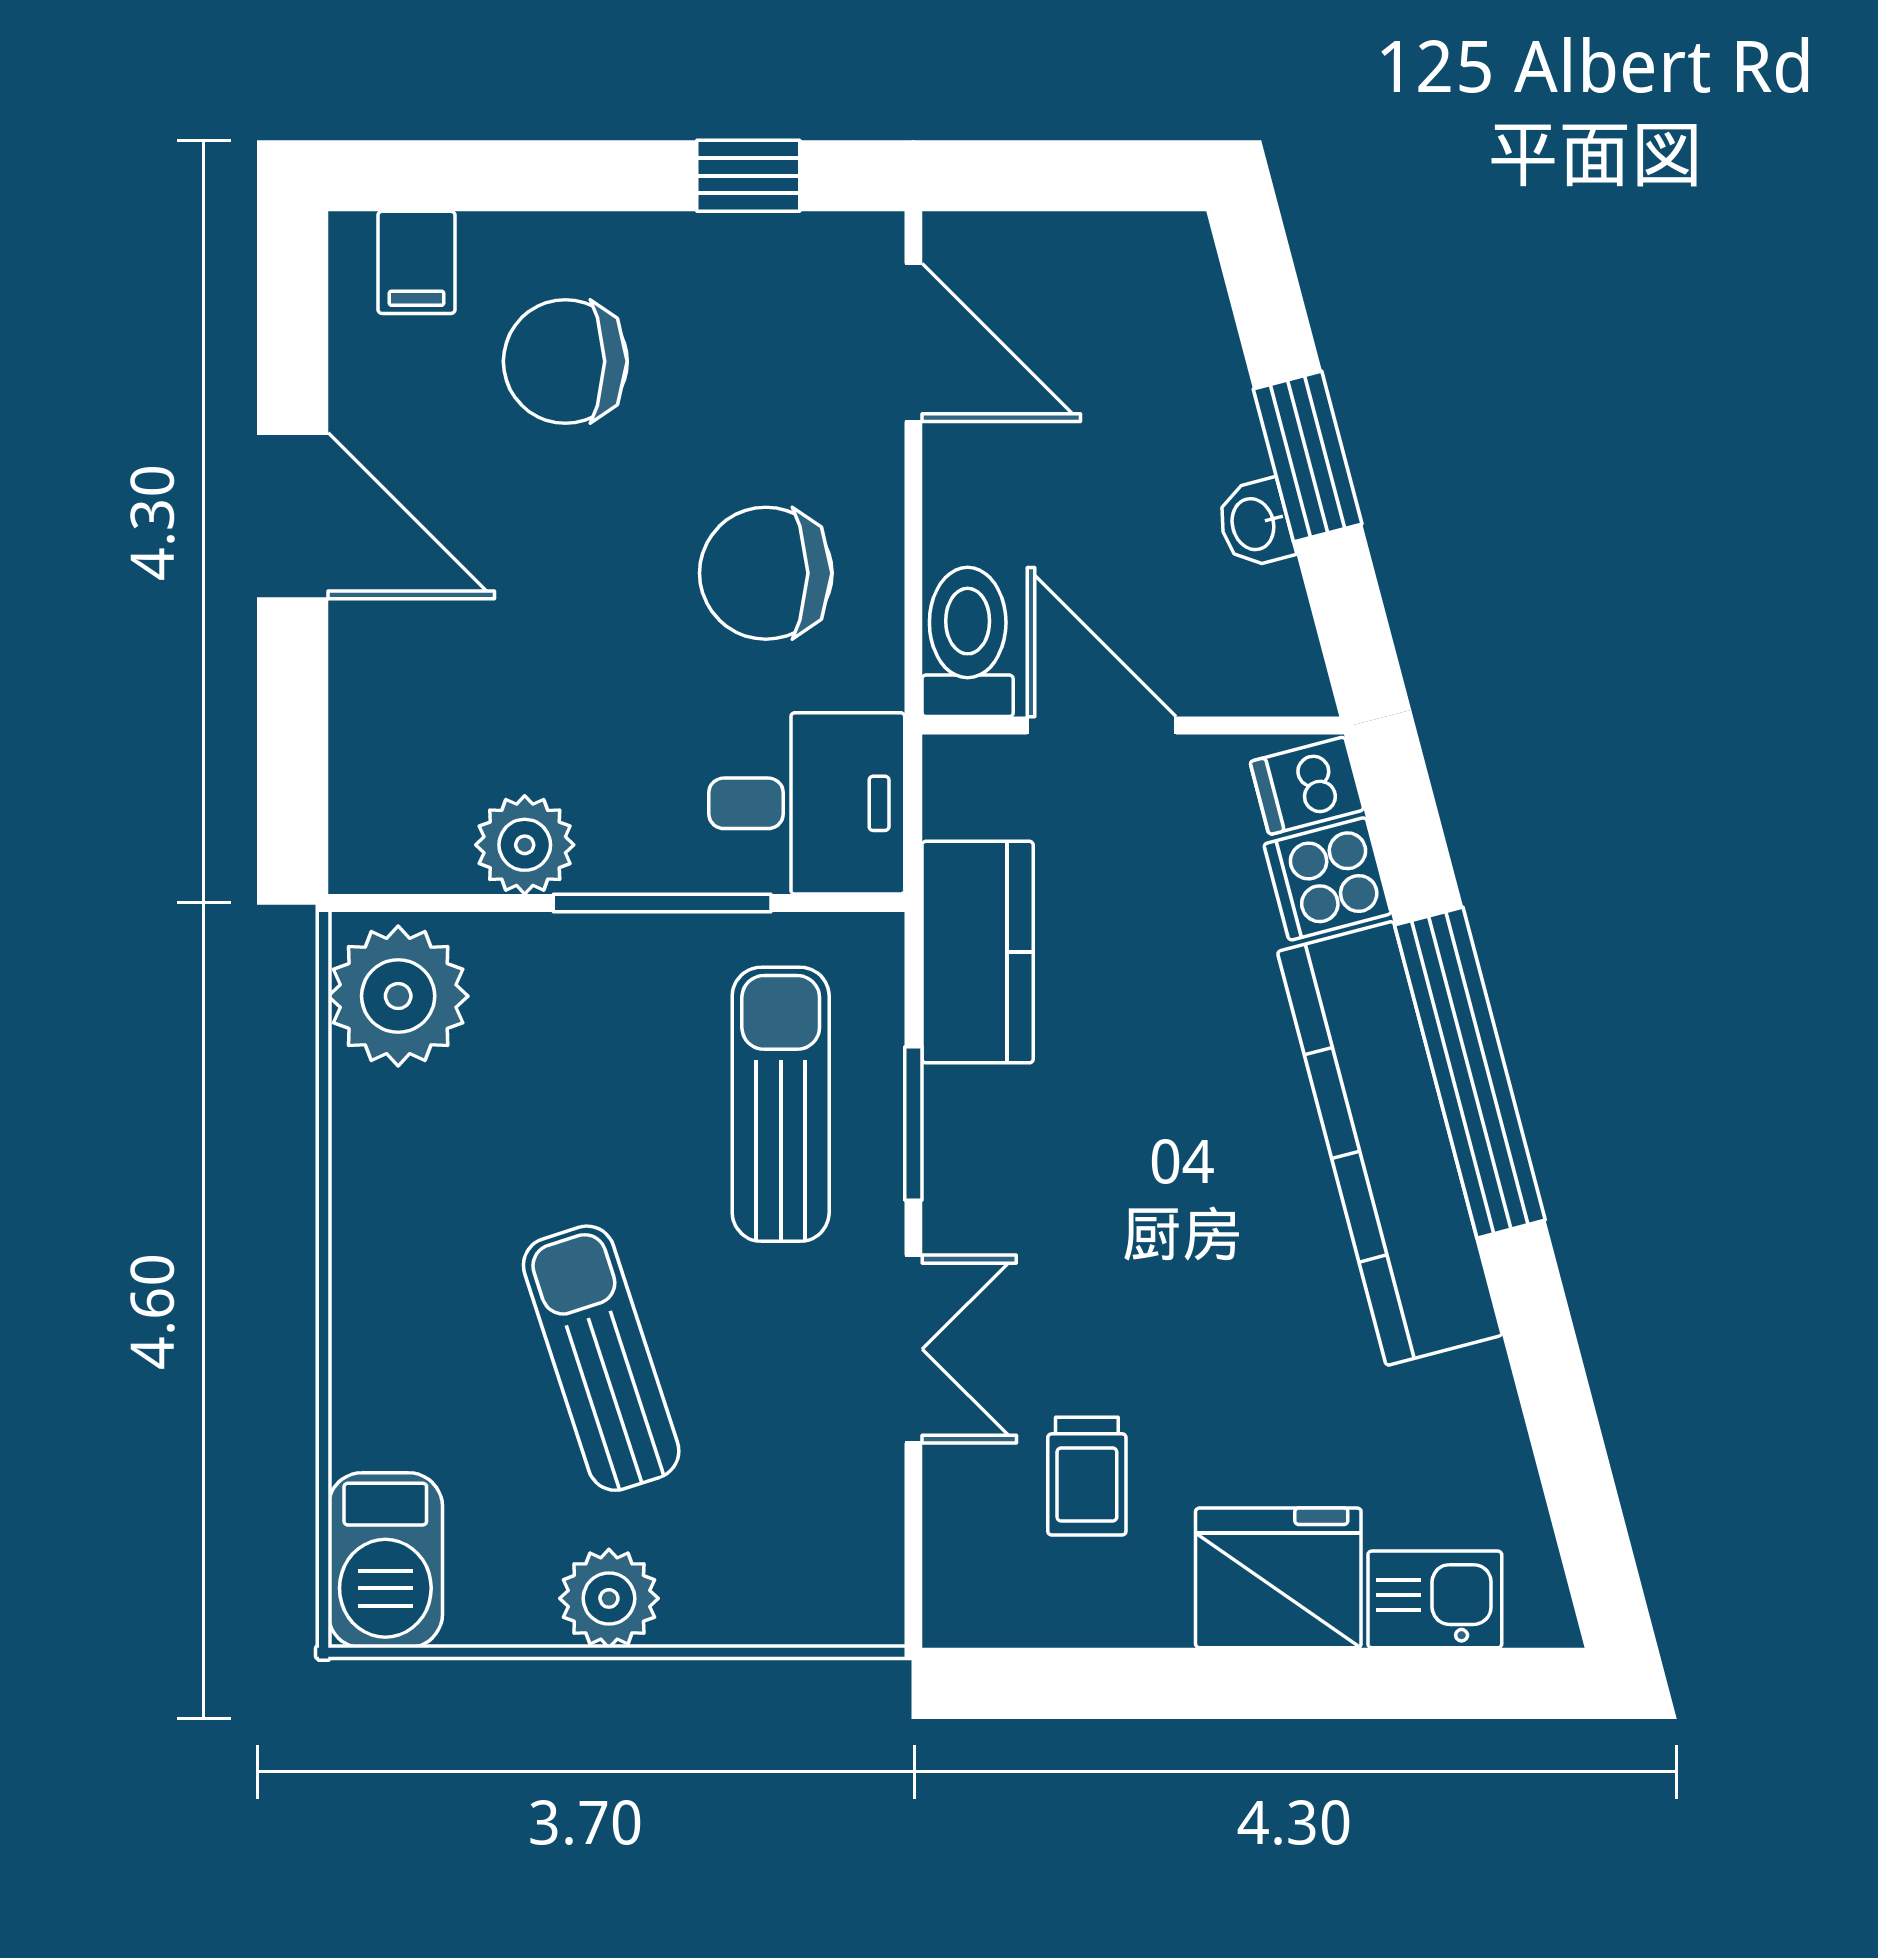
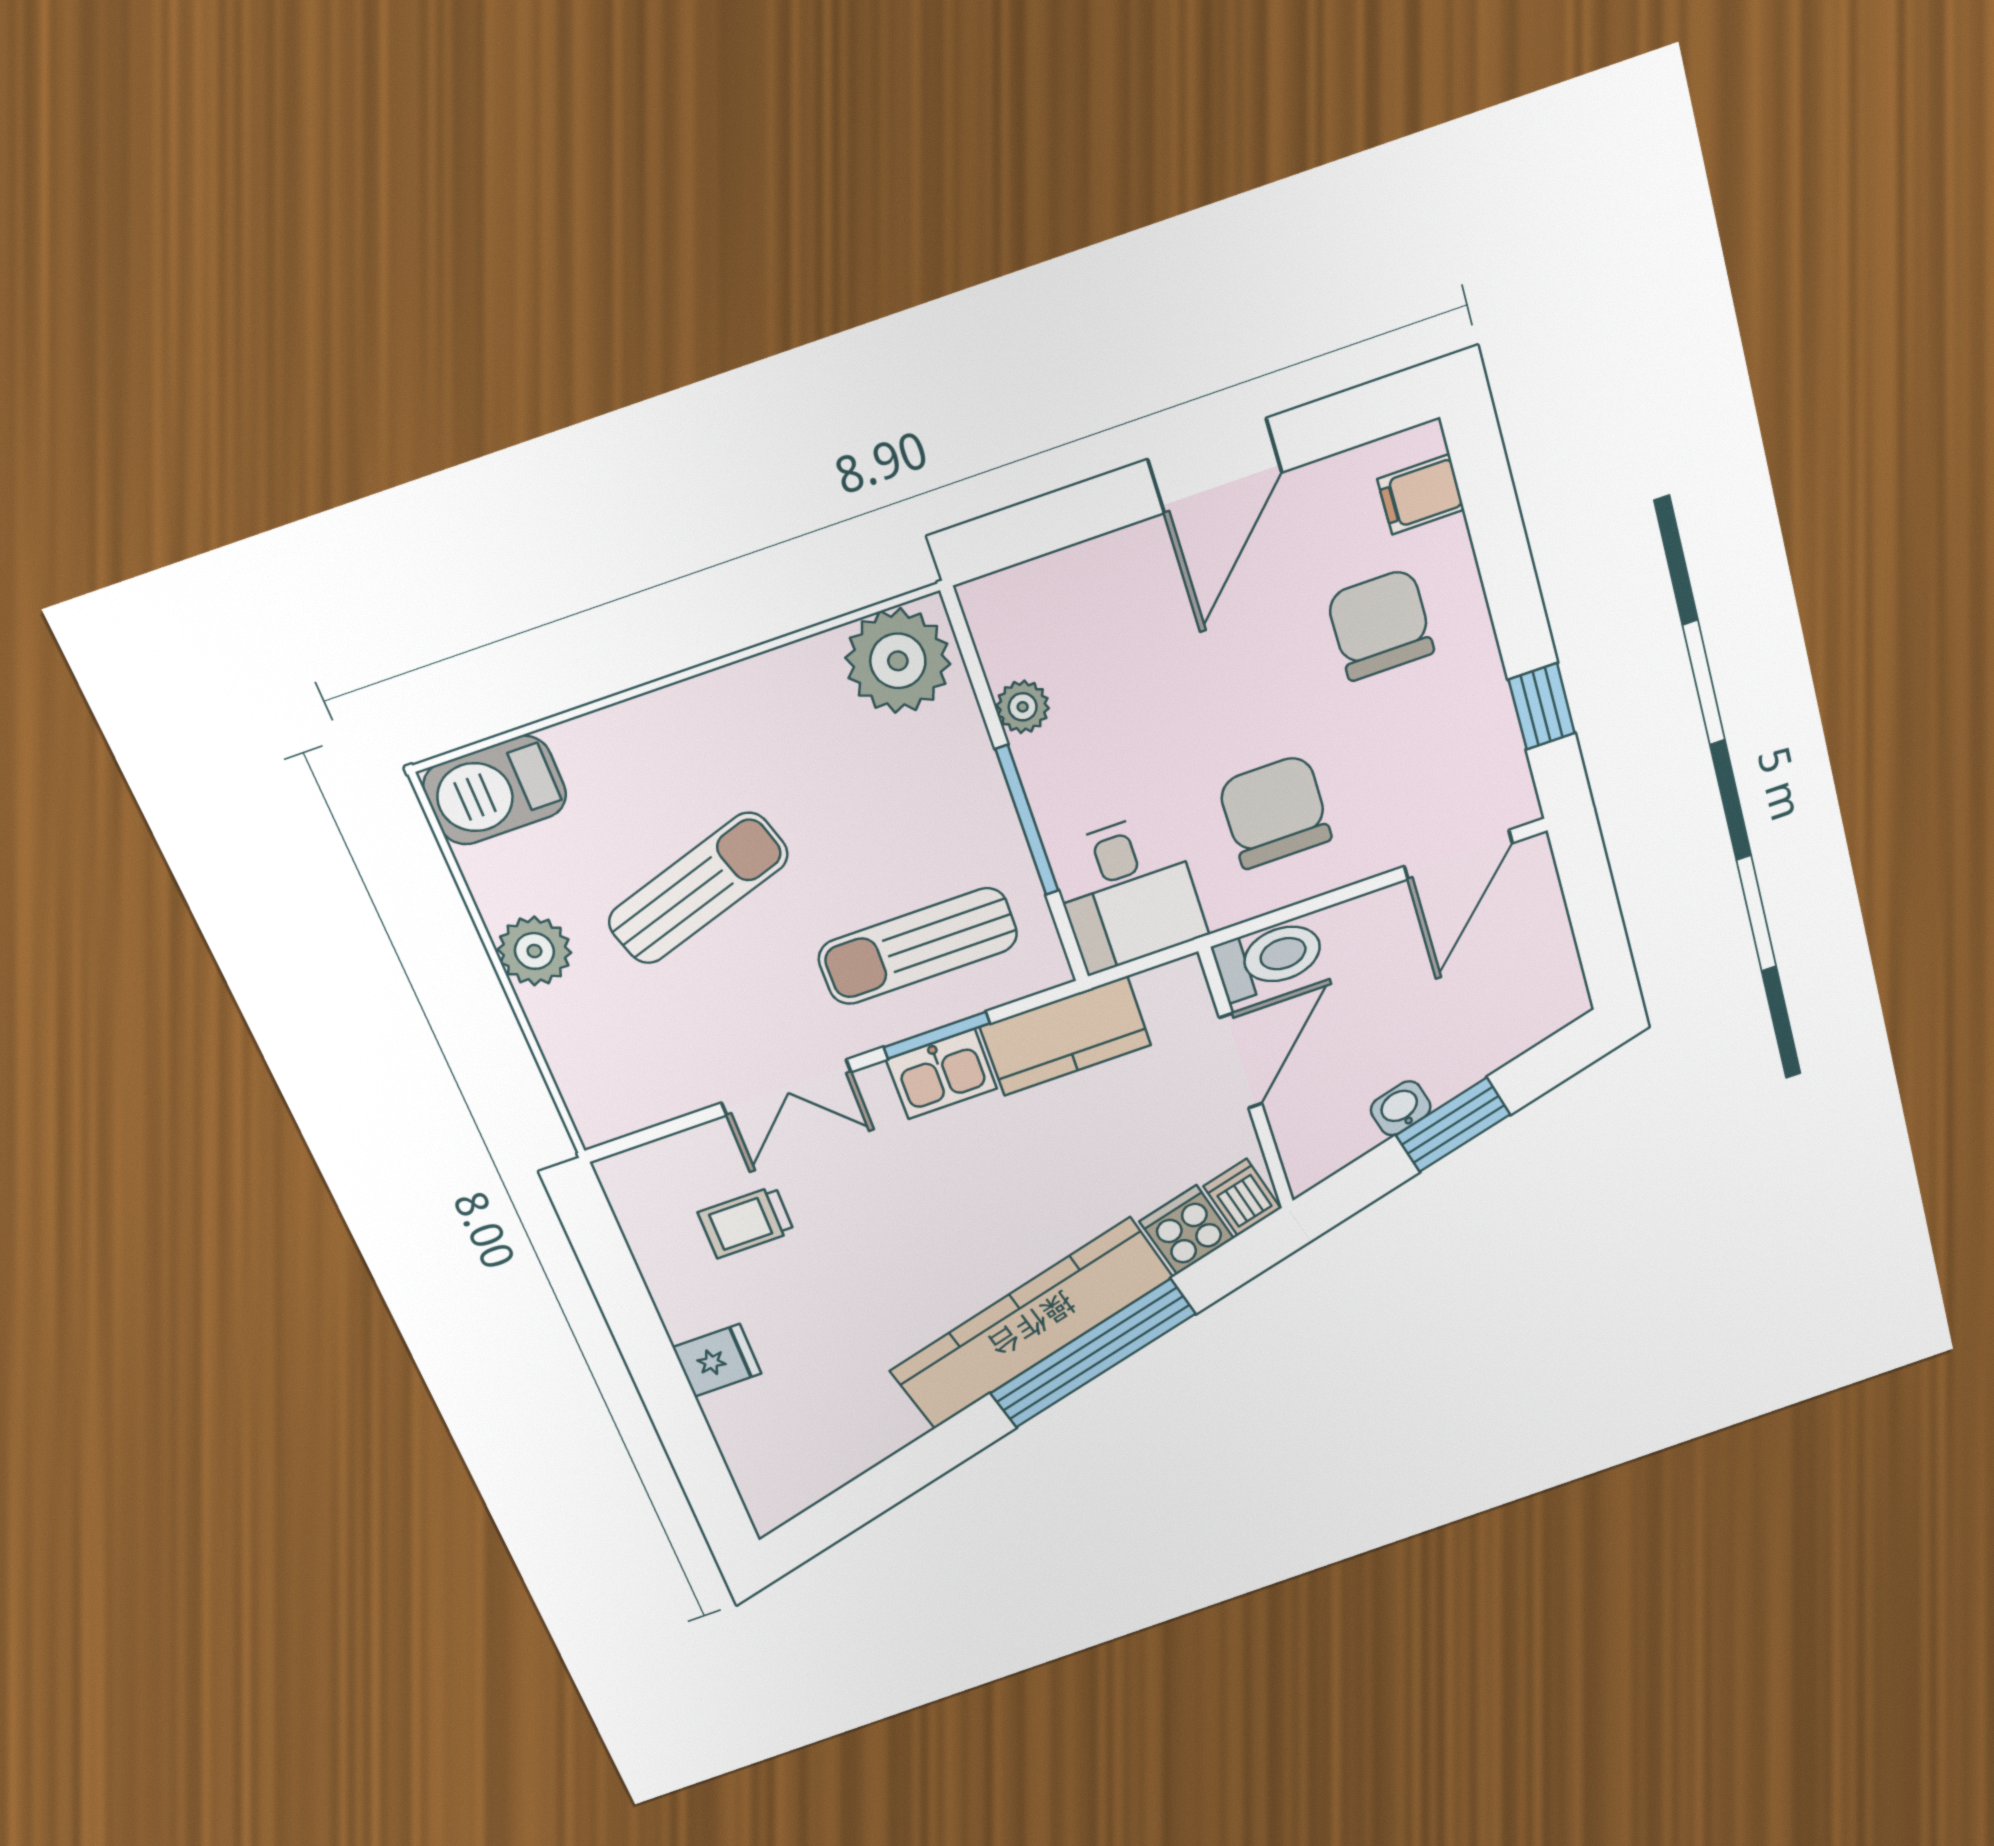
plant: (525, 845) -> (1023, 707), width x0.73, depth x0.73
sun lounger: (781, 1104) -> (918, 946), turned 180
fridge: (1278, 1578) -> (717, 1360), width x0.53, depth x0.75
kitchen sink: (1435, 1599) -> (941, 1074), moved, turned 90

